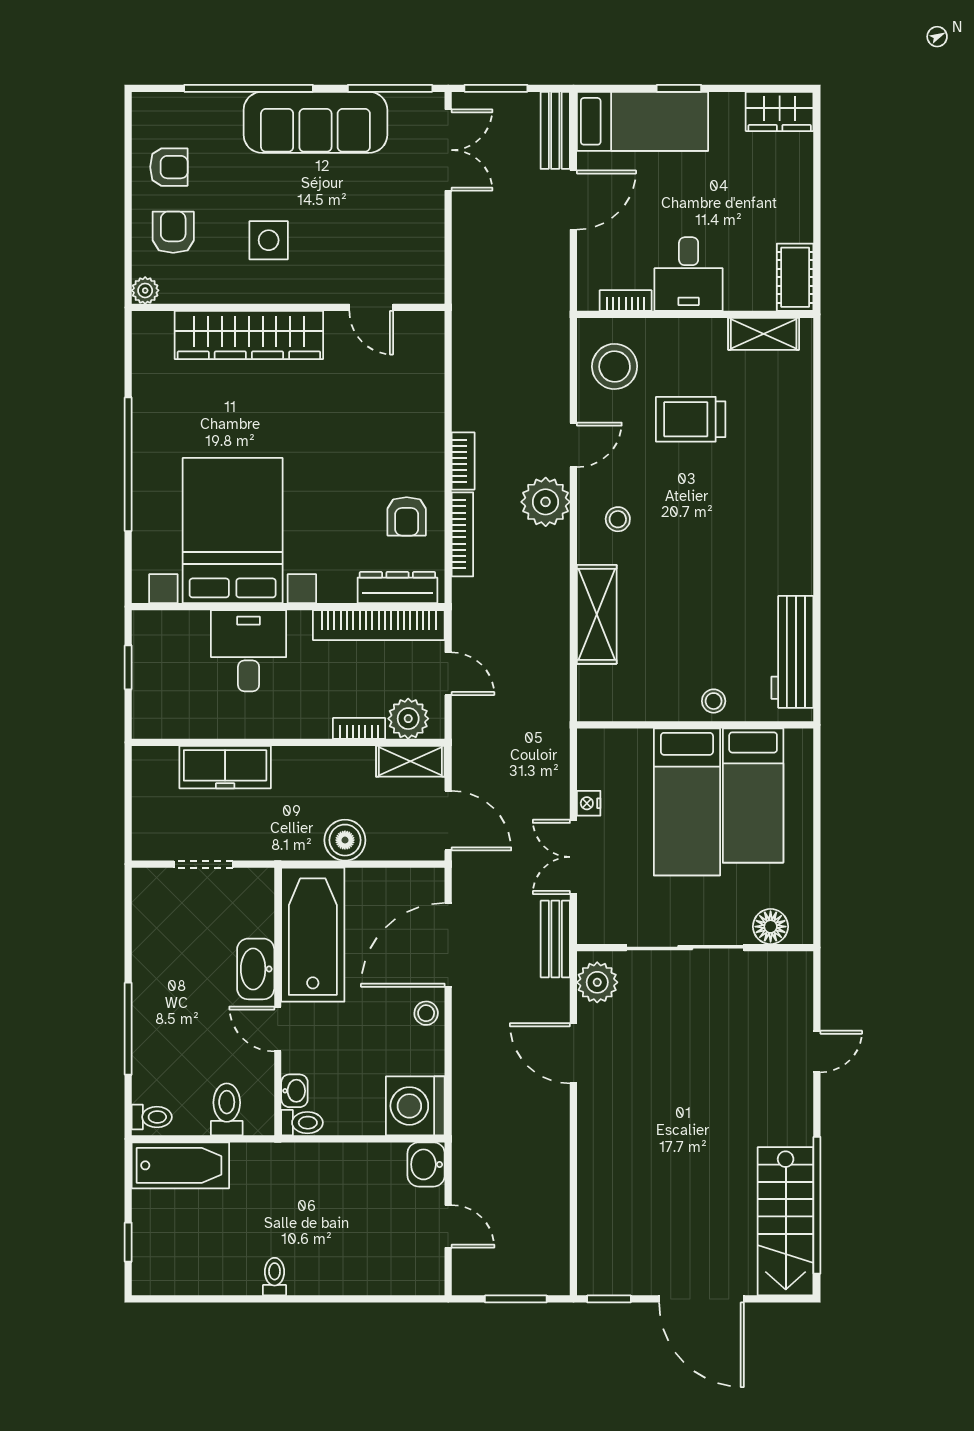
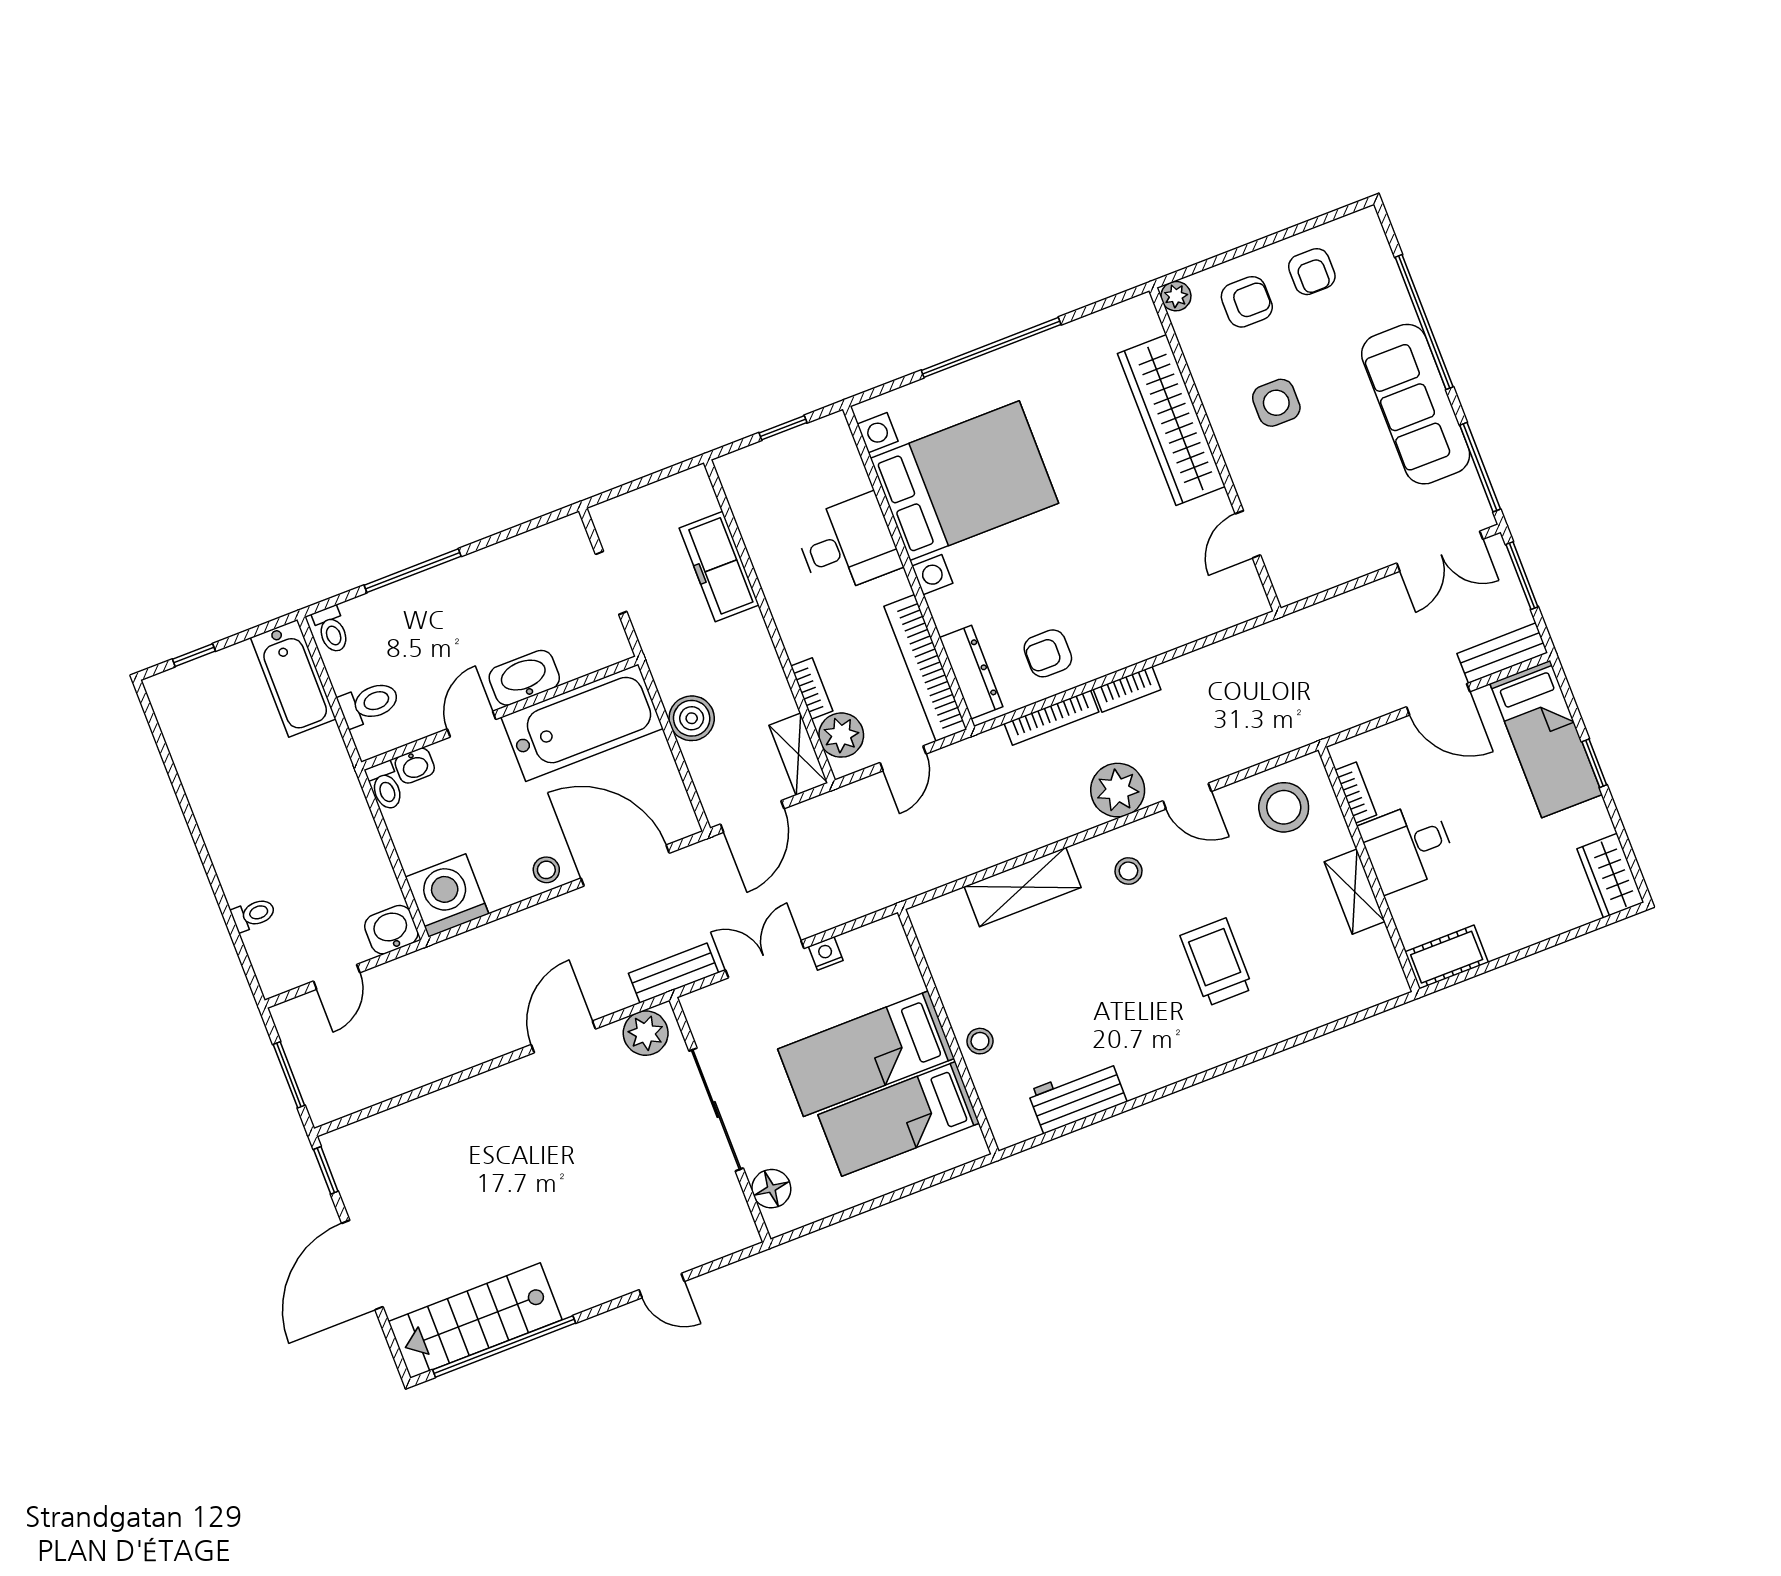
shelving: (764, 334) -> (1355, 892), moved
trolley: (691, 419) -> (1217, 962), moved
workbench: (792, 652) -> (1077, 1096), width x0.73
toilet: (275, 1277) -> (253, 914), moved

